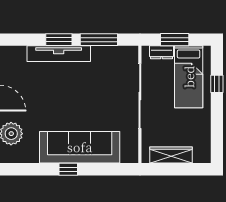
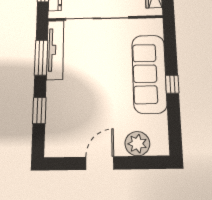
window: (59, 40) -> (39, 111), moved
tv unit: (59, 54) -> (55, 50), moved

